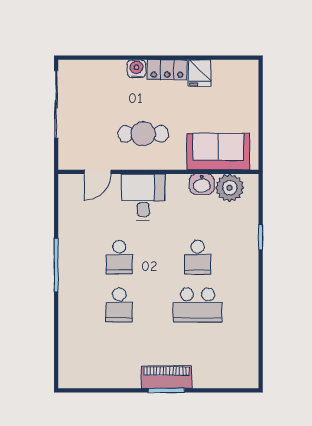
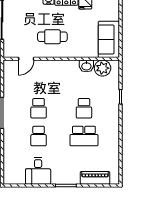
sofa: (218, 152) -> (109, 39), moved, turned -90
desk: (143, 197) -> (38, 171), moved, turned 180
piano: (167, 377) -> (95, 178), moved

